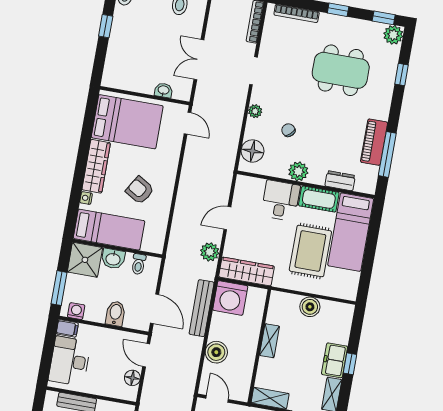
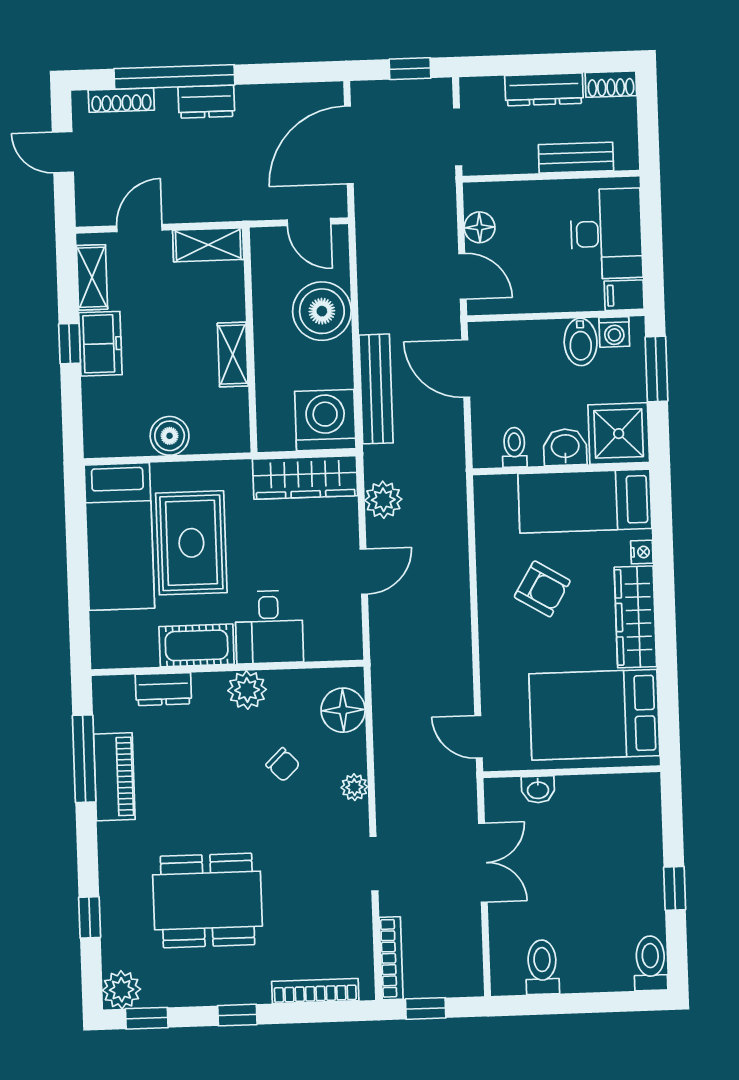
bed: (351, 232) -> (119, 537), moved, turned 180
bidet: (115, 314) -> (581, 342), moved
boiler: (216, 352) -> (322, 311), width x1.37, depth x1.37

